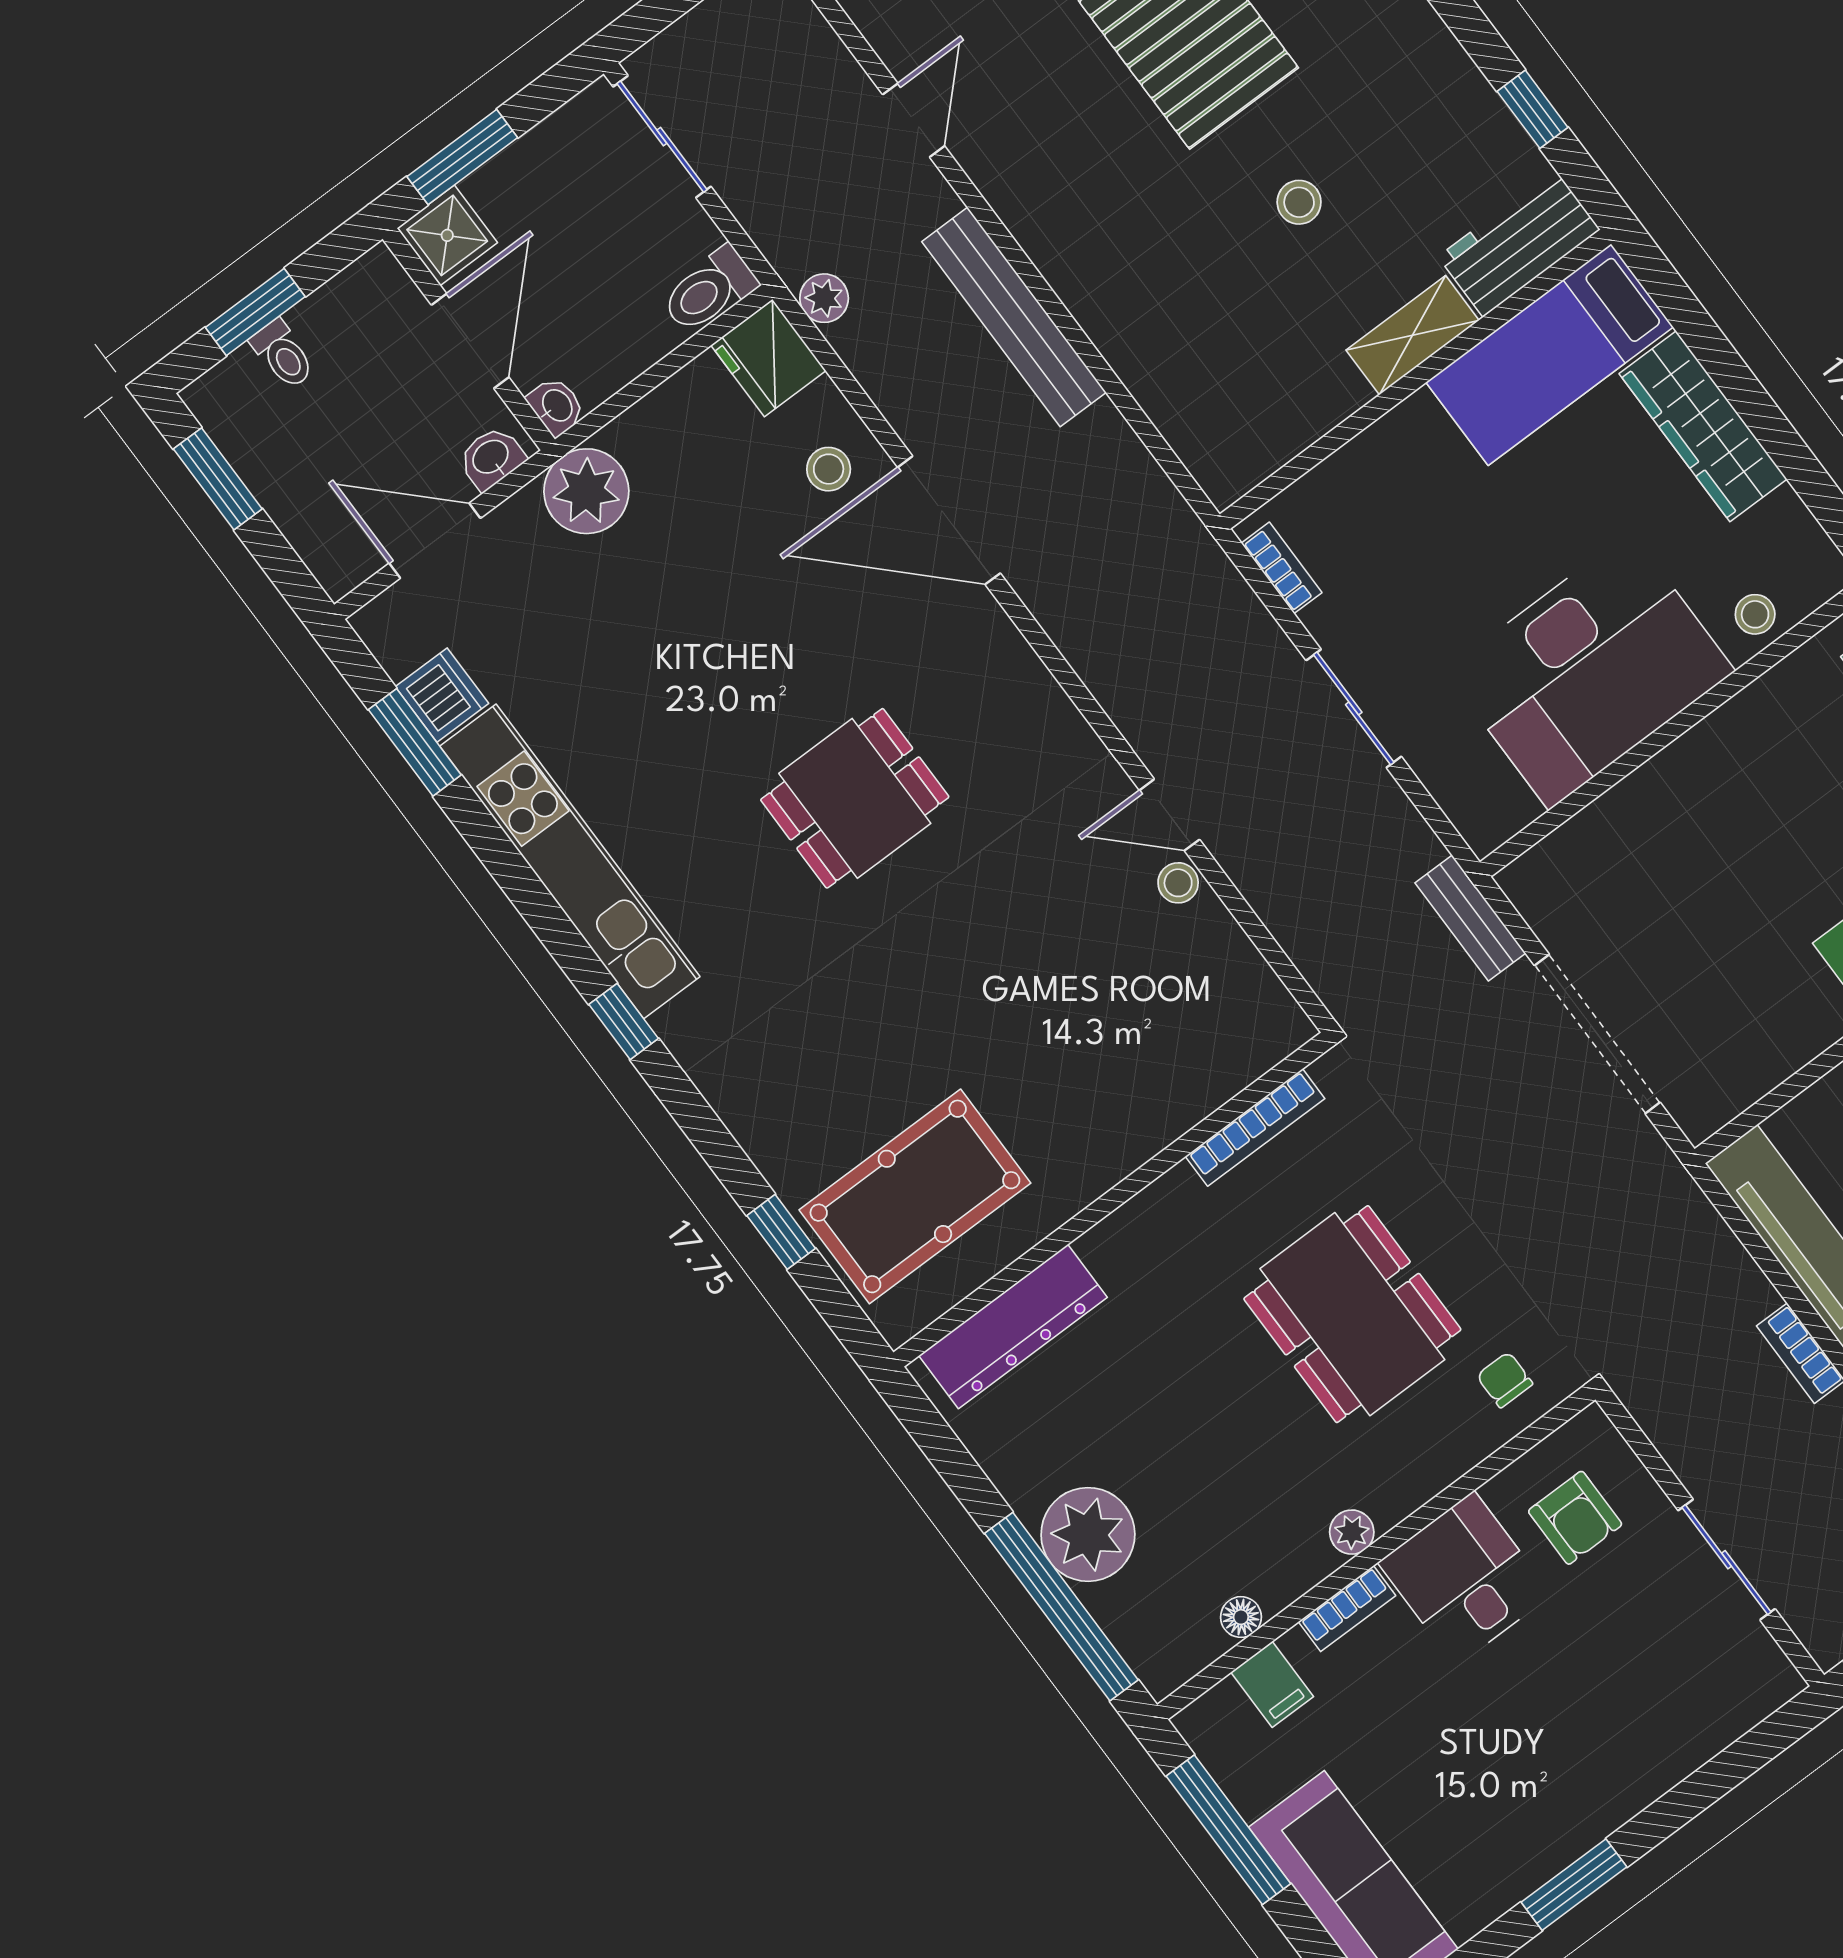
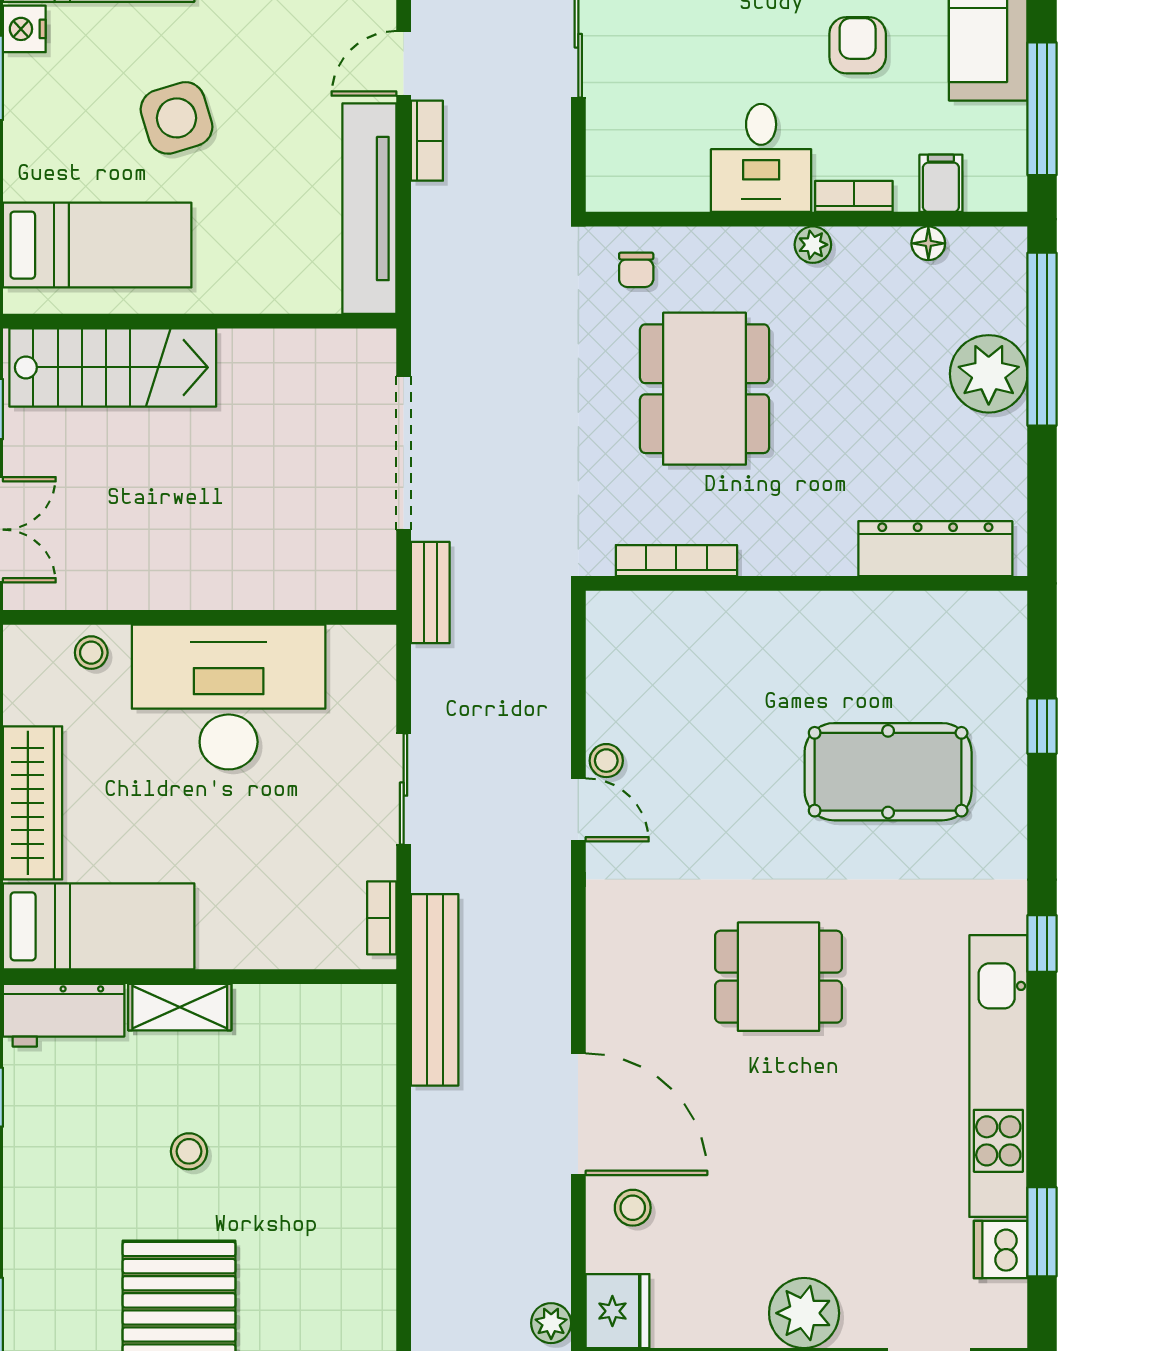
bench: (1014, 317) -> (435, 990), moved
pool table: (915, 1196) -> (888, 772), moved
armchair: (1575, 1518) -> (858, 45), moved

